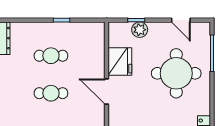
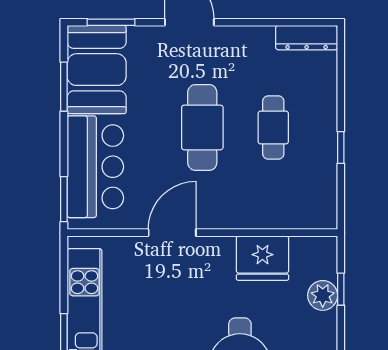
door: (107, 92) -> (172, 233), moved
cafe table: (51, 93) -> (202, 127), width x1.37, depth x1.35

